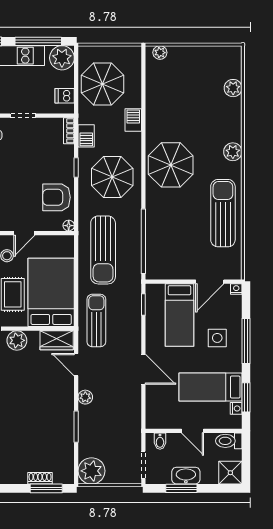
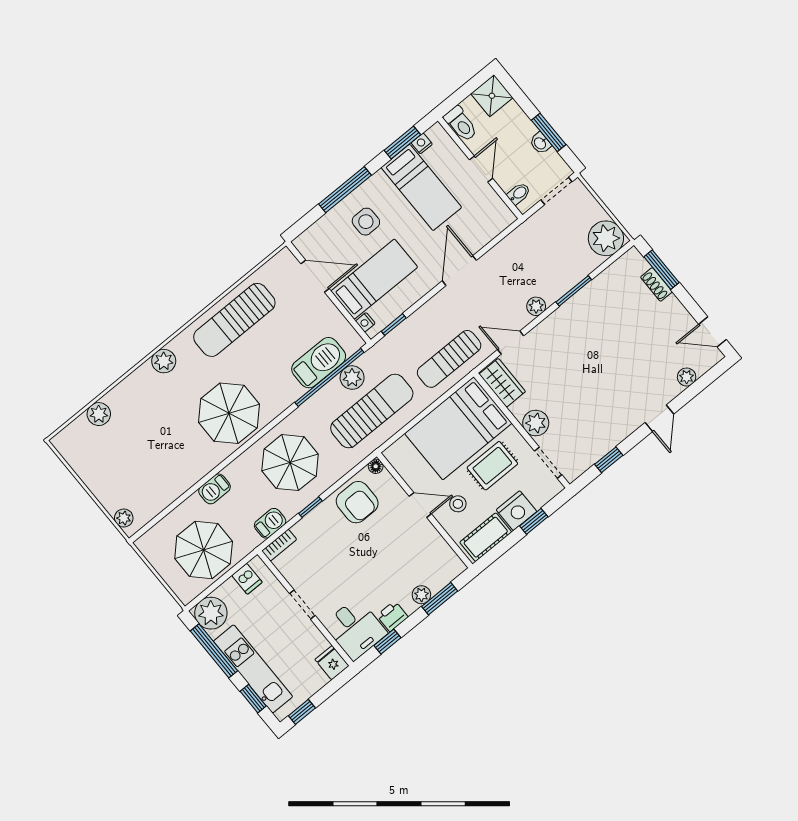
barbecue: (157, 242) -> (319, 363), added
plant: (132, 255) -> (352, 378), added
nightstand: (236, 289) -> (365, 322), moved
door: (76, 365) -> (511, 343), swing flipped
washbasin: (186, 476) -> (540, 143), width x0.52, depth x0.69

